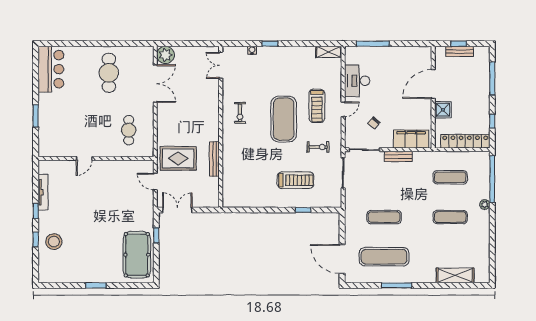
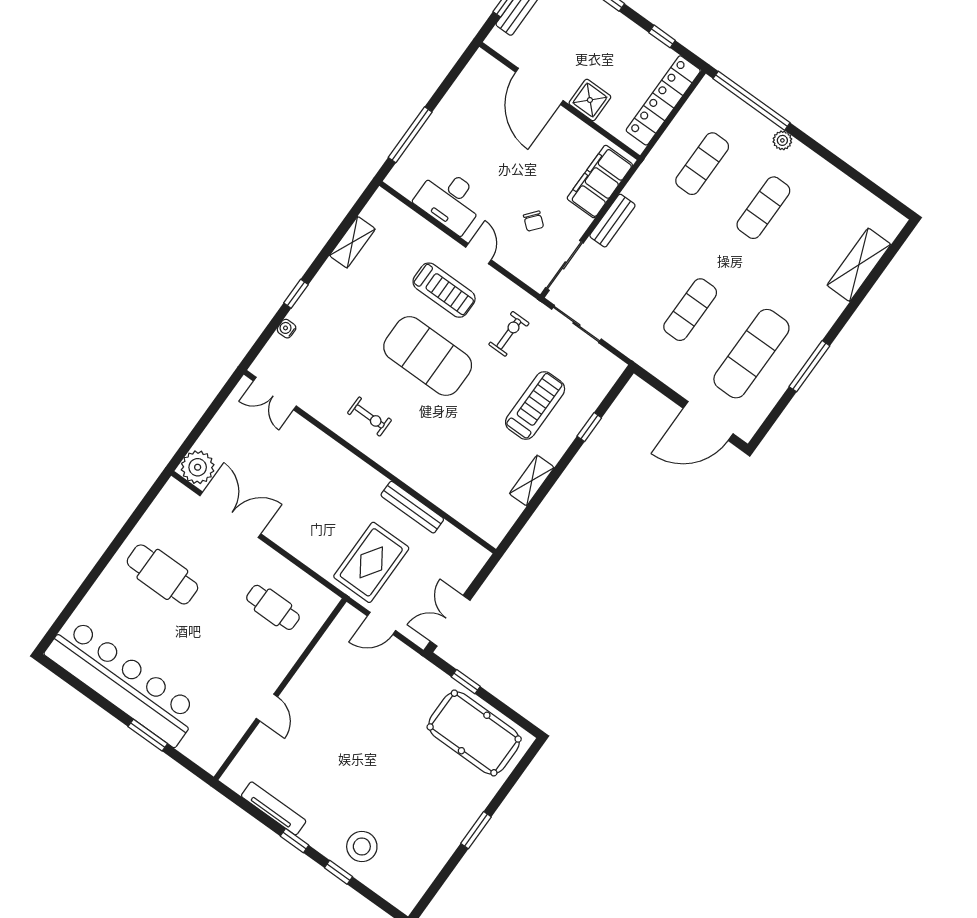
shelving: (329, 52) -> (352, 242), moved
bar counter: (51, 69) -> (123, 682), width x1.86
shelving: (262, 202) -> (532, 481), added

